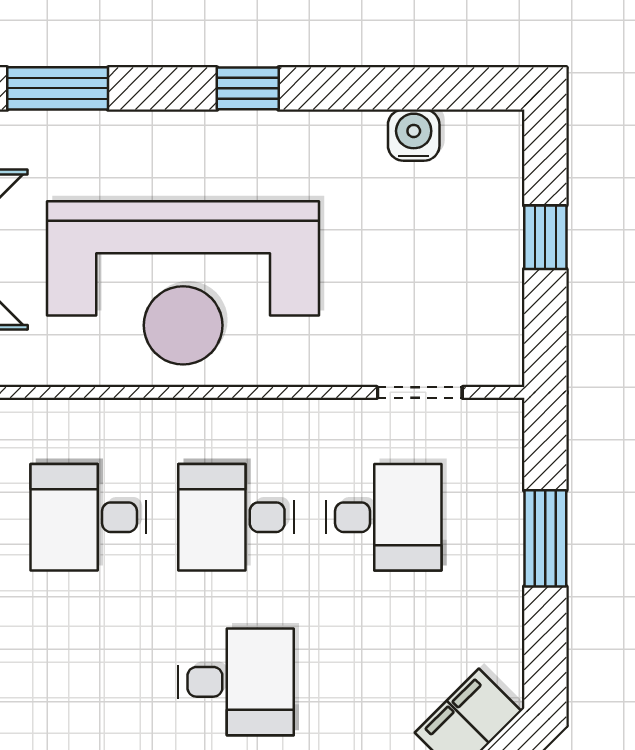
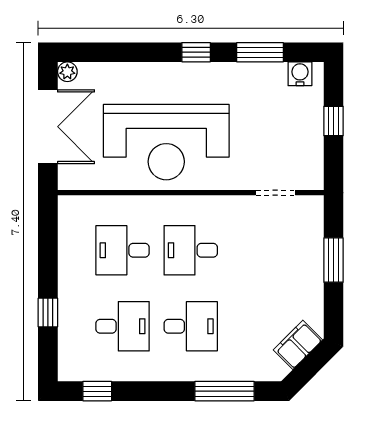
window: (58, 88) -> (260, 52), moved
water cooler: (414, 135) -> (300, 74), moved
desk: (384, 517) -> (123, 326), moved

